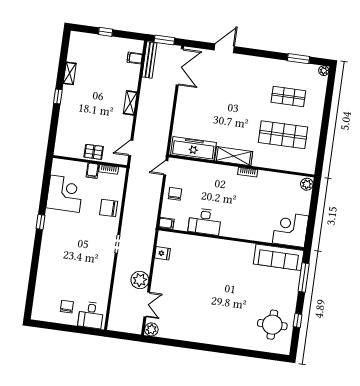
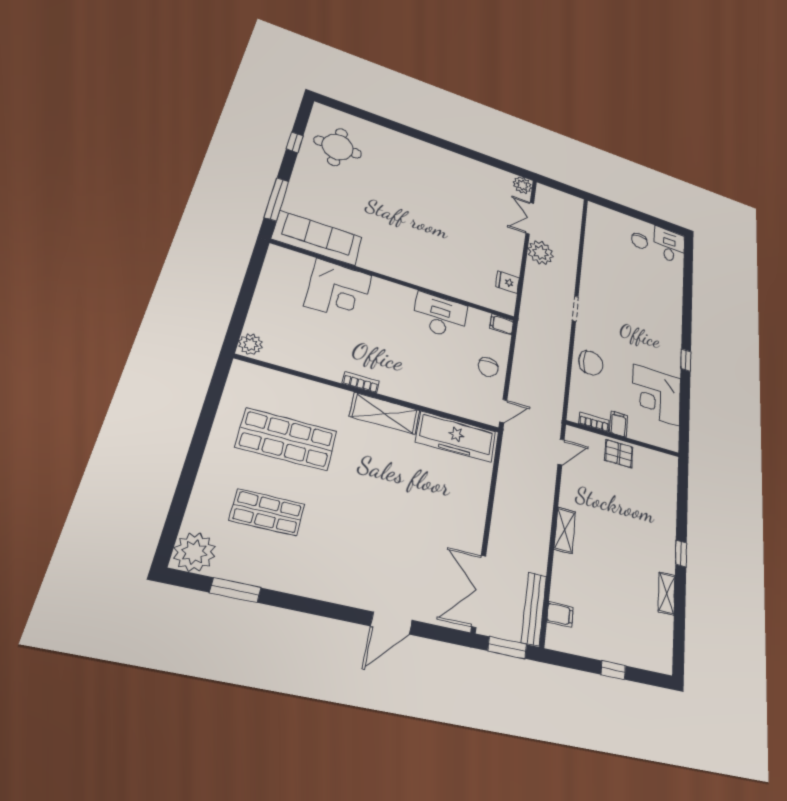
plant: (324, 71) -> (194, 552), width x1.87, depth x1.87
corner desk: (290, 229) -> (338, 290), moved
desk: (91, 315) -> (669, 245), moved

